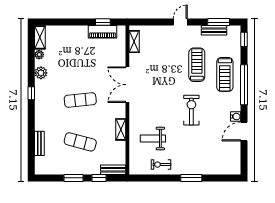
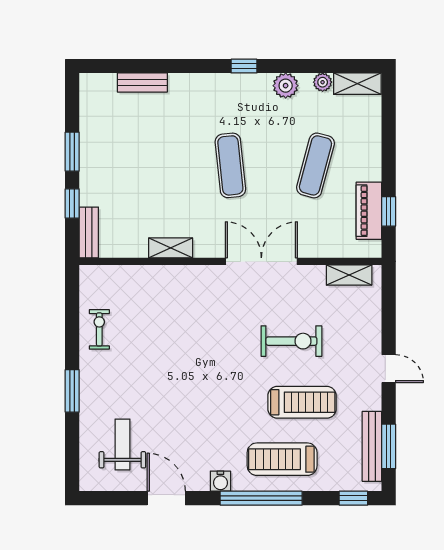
bench: (214, 30) -> (372, 446), width x1.36
exercise bike: (191, 110) -> (291, 341), moved
water cooler: (236, 117) -> (220, 481), moved
weight bench: (153, 139) -> (122, 444), moved
exercise mat: (80, 142) -> (315, 165), moved

